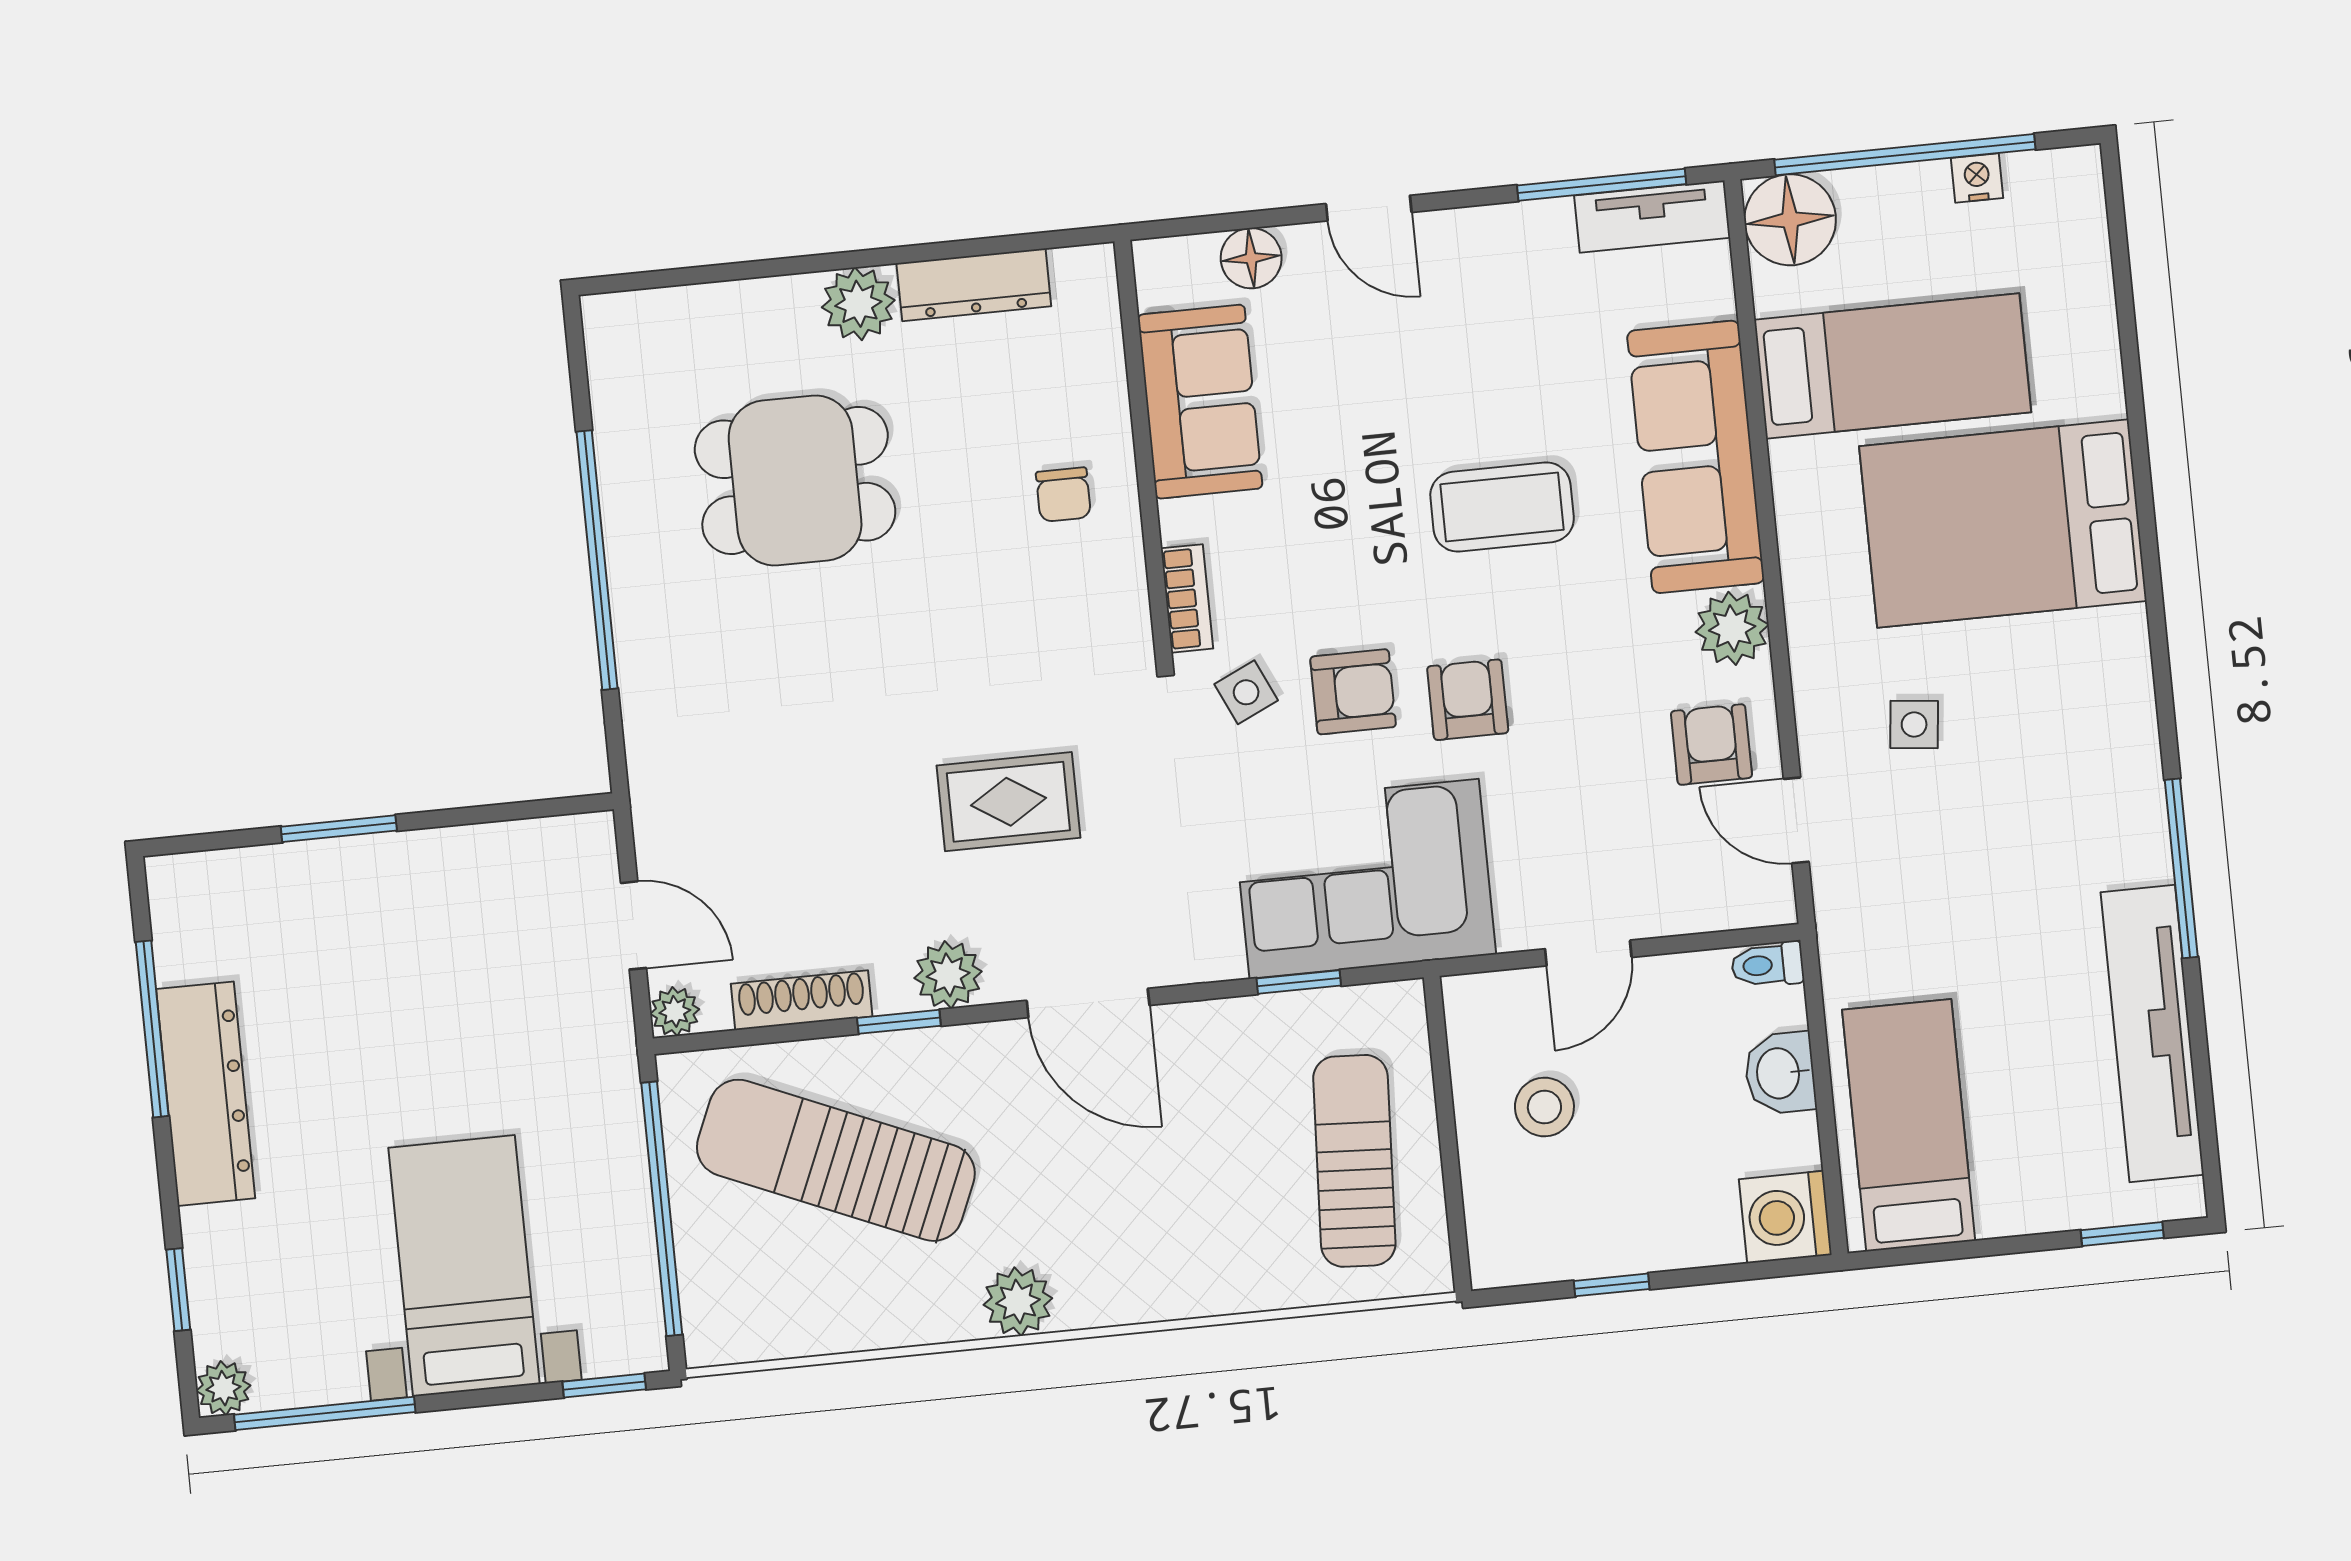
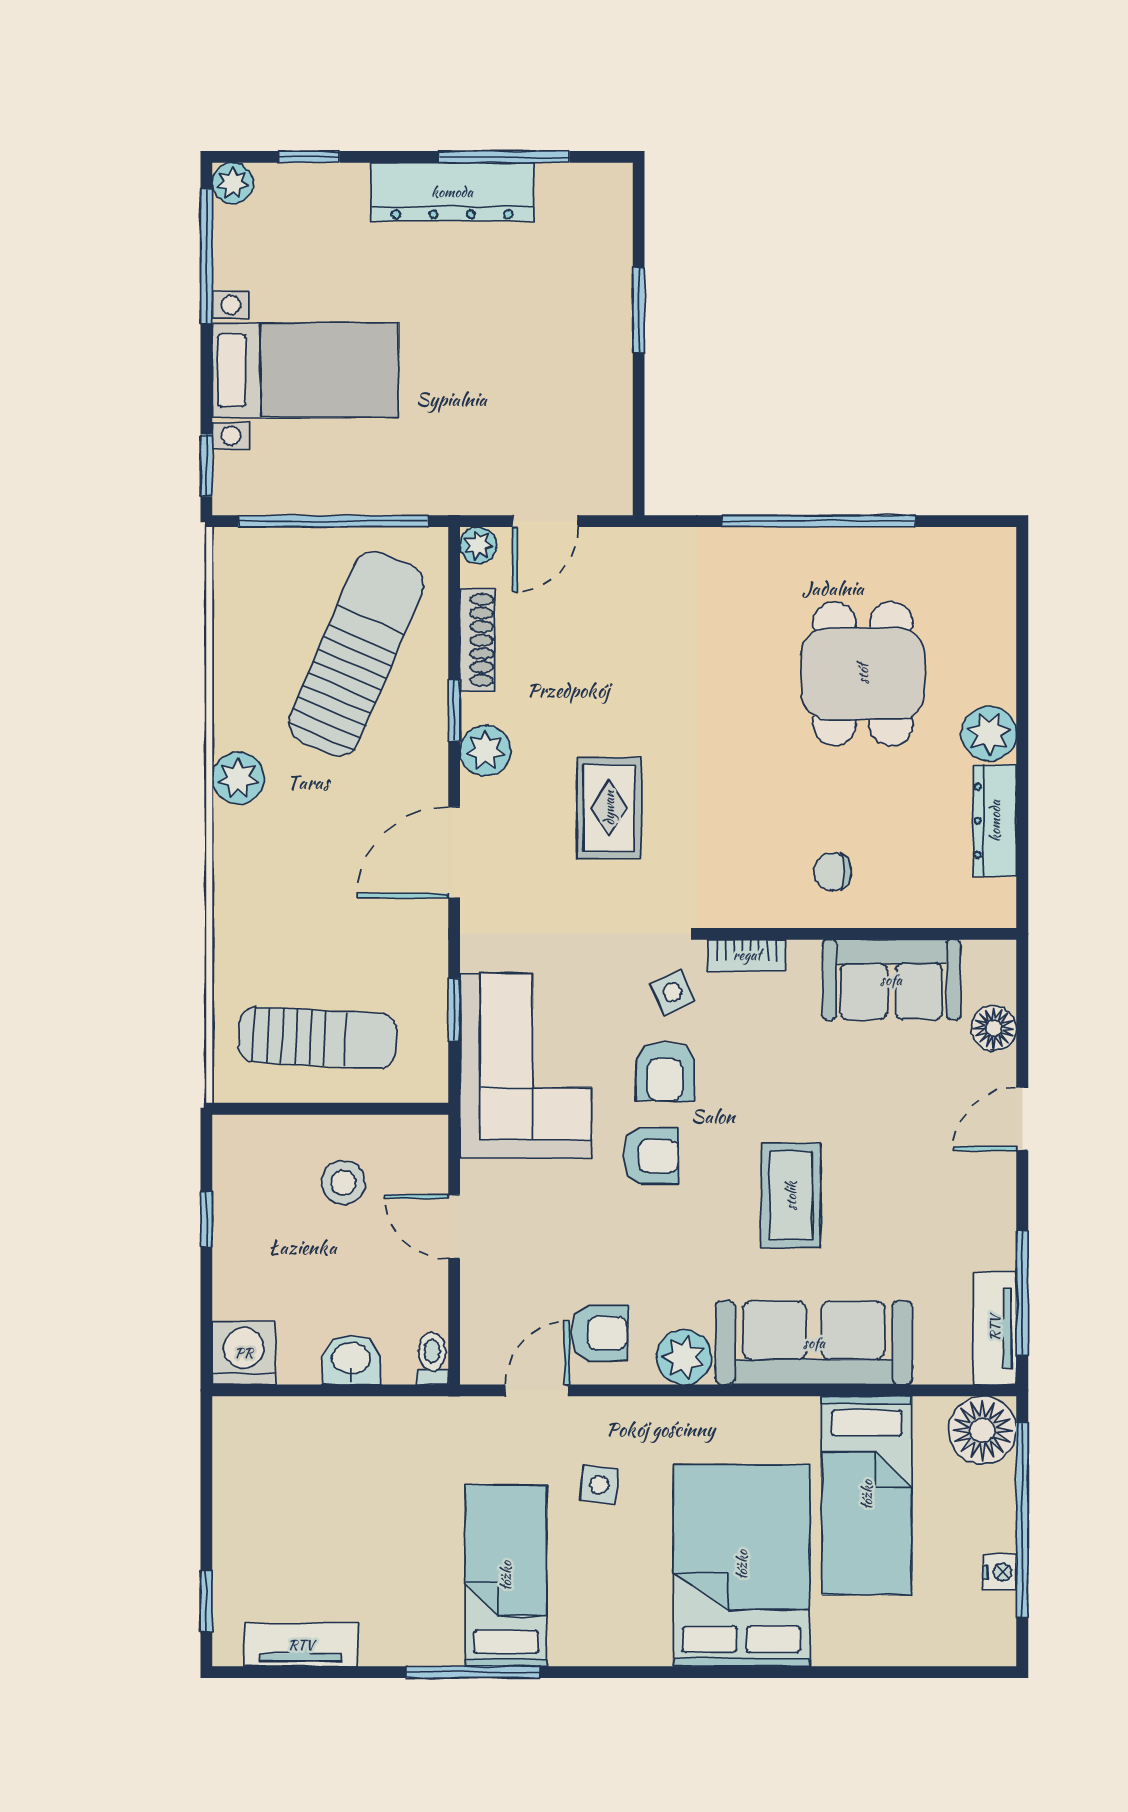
tv unit: (2152, 1033) -> (301, 1645), width x0.52, depth x0.78
bed: (1909, 1125) -> (506, 1576), moved, turned -90

